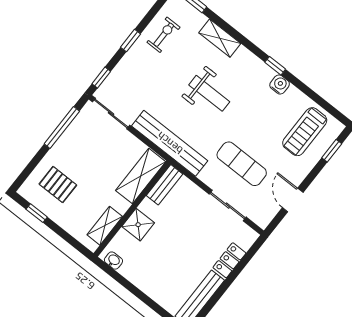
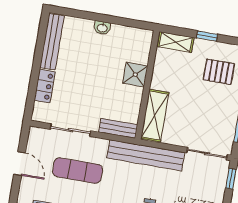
bench: (164, 185) -> (118, 128), moved, turned 90
window: (37, 213) -> (207, 36), moved
shelving: (105, 226) -> (176, 42), moved, turned 90
washbasin: (113, 261) -> (102, 28), moved

